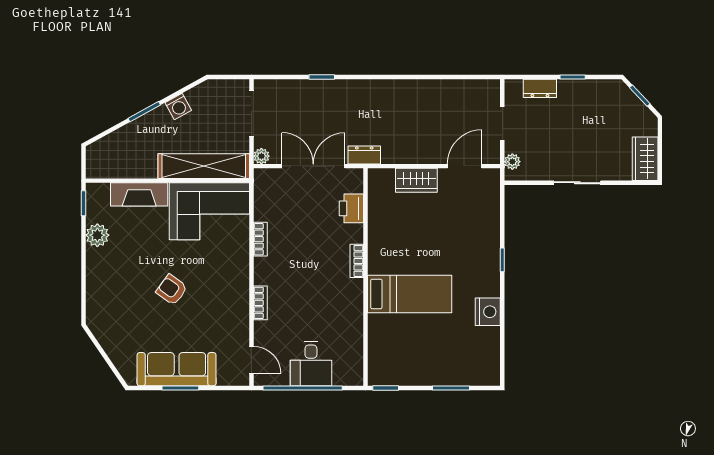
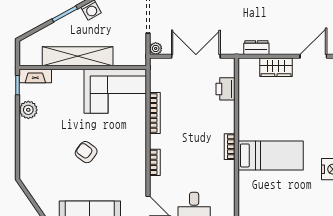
dresser: (364, 155) -> (256, 48), moved
shelving: (204, 166) -> (78, 56), moved
fireplace: (139, 194) -> (35, 76), moved, width x0.73, depth x0.76
bookcase: (260, 239) -> (155, 113), width x1.56
bookcase: (357, 261) -> (230, 147), moved

